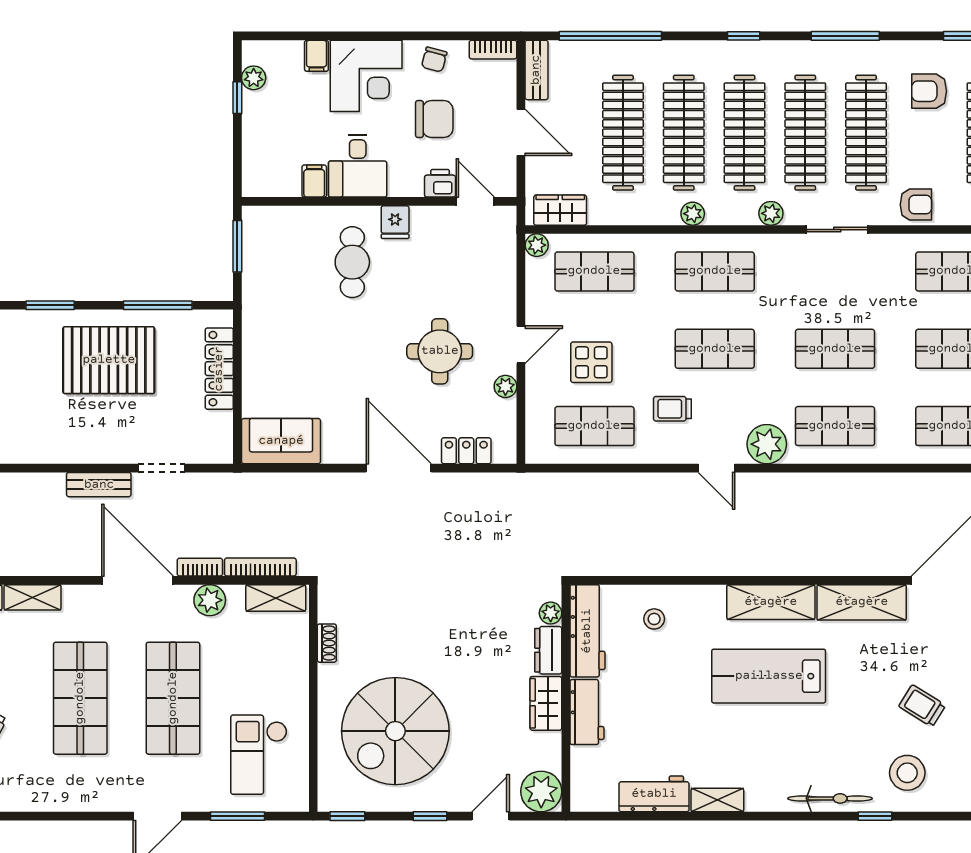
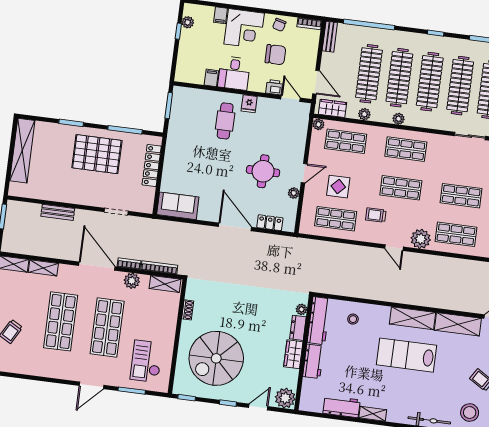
door: (521, 132) -> (316, 82), moved
plant: (771, 213) -> (364, 114), moved
bench: (99, 485) -> (58, 212), moved

